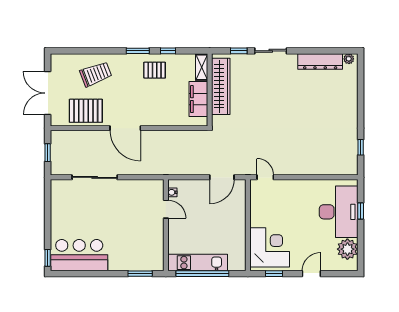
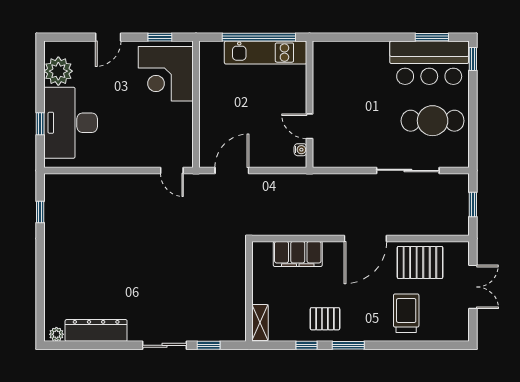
trolley: (96, 74) -> (406, 313), turned 111
wardrobe: (221, 86) -> (233, 296), removed
double door: (48, 93) -> (473, 287), width x0.73
filing cabinet: (198, 99) -> (298, 254), moved, turned 90
door: (125, 128) -> (365, 238), swing flipped
cafe table: (77, 213) -> (433, 121), added
window: (140, 274) -> (432, 37), moved

